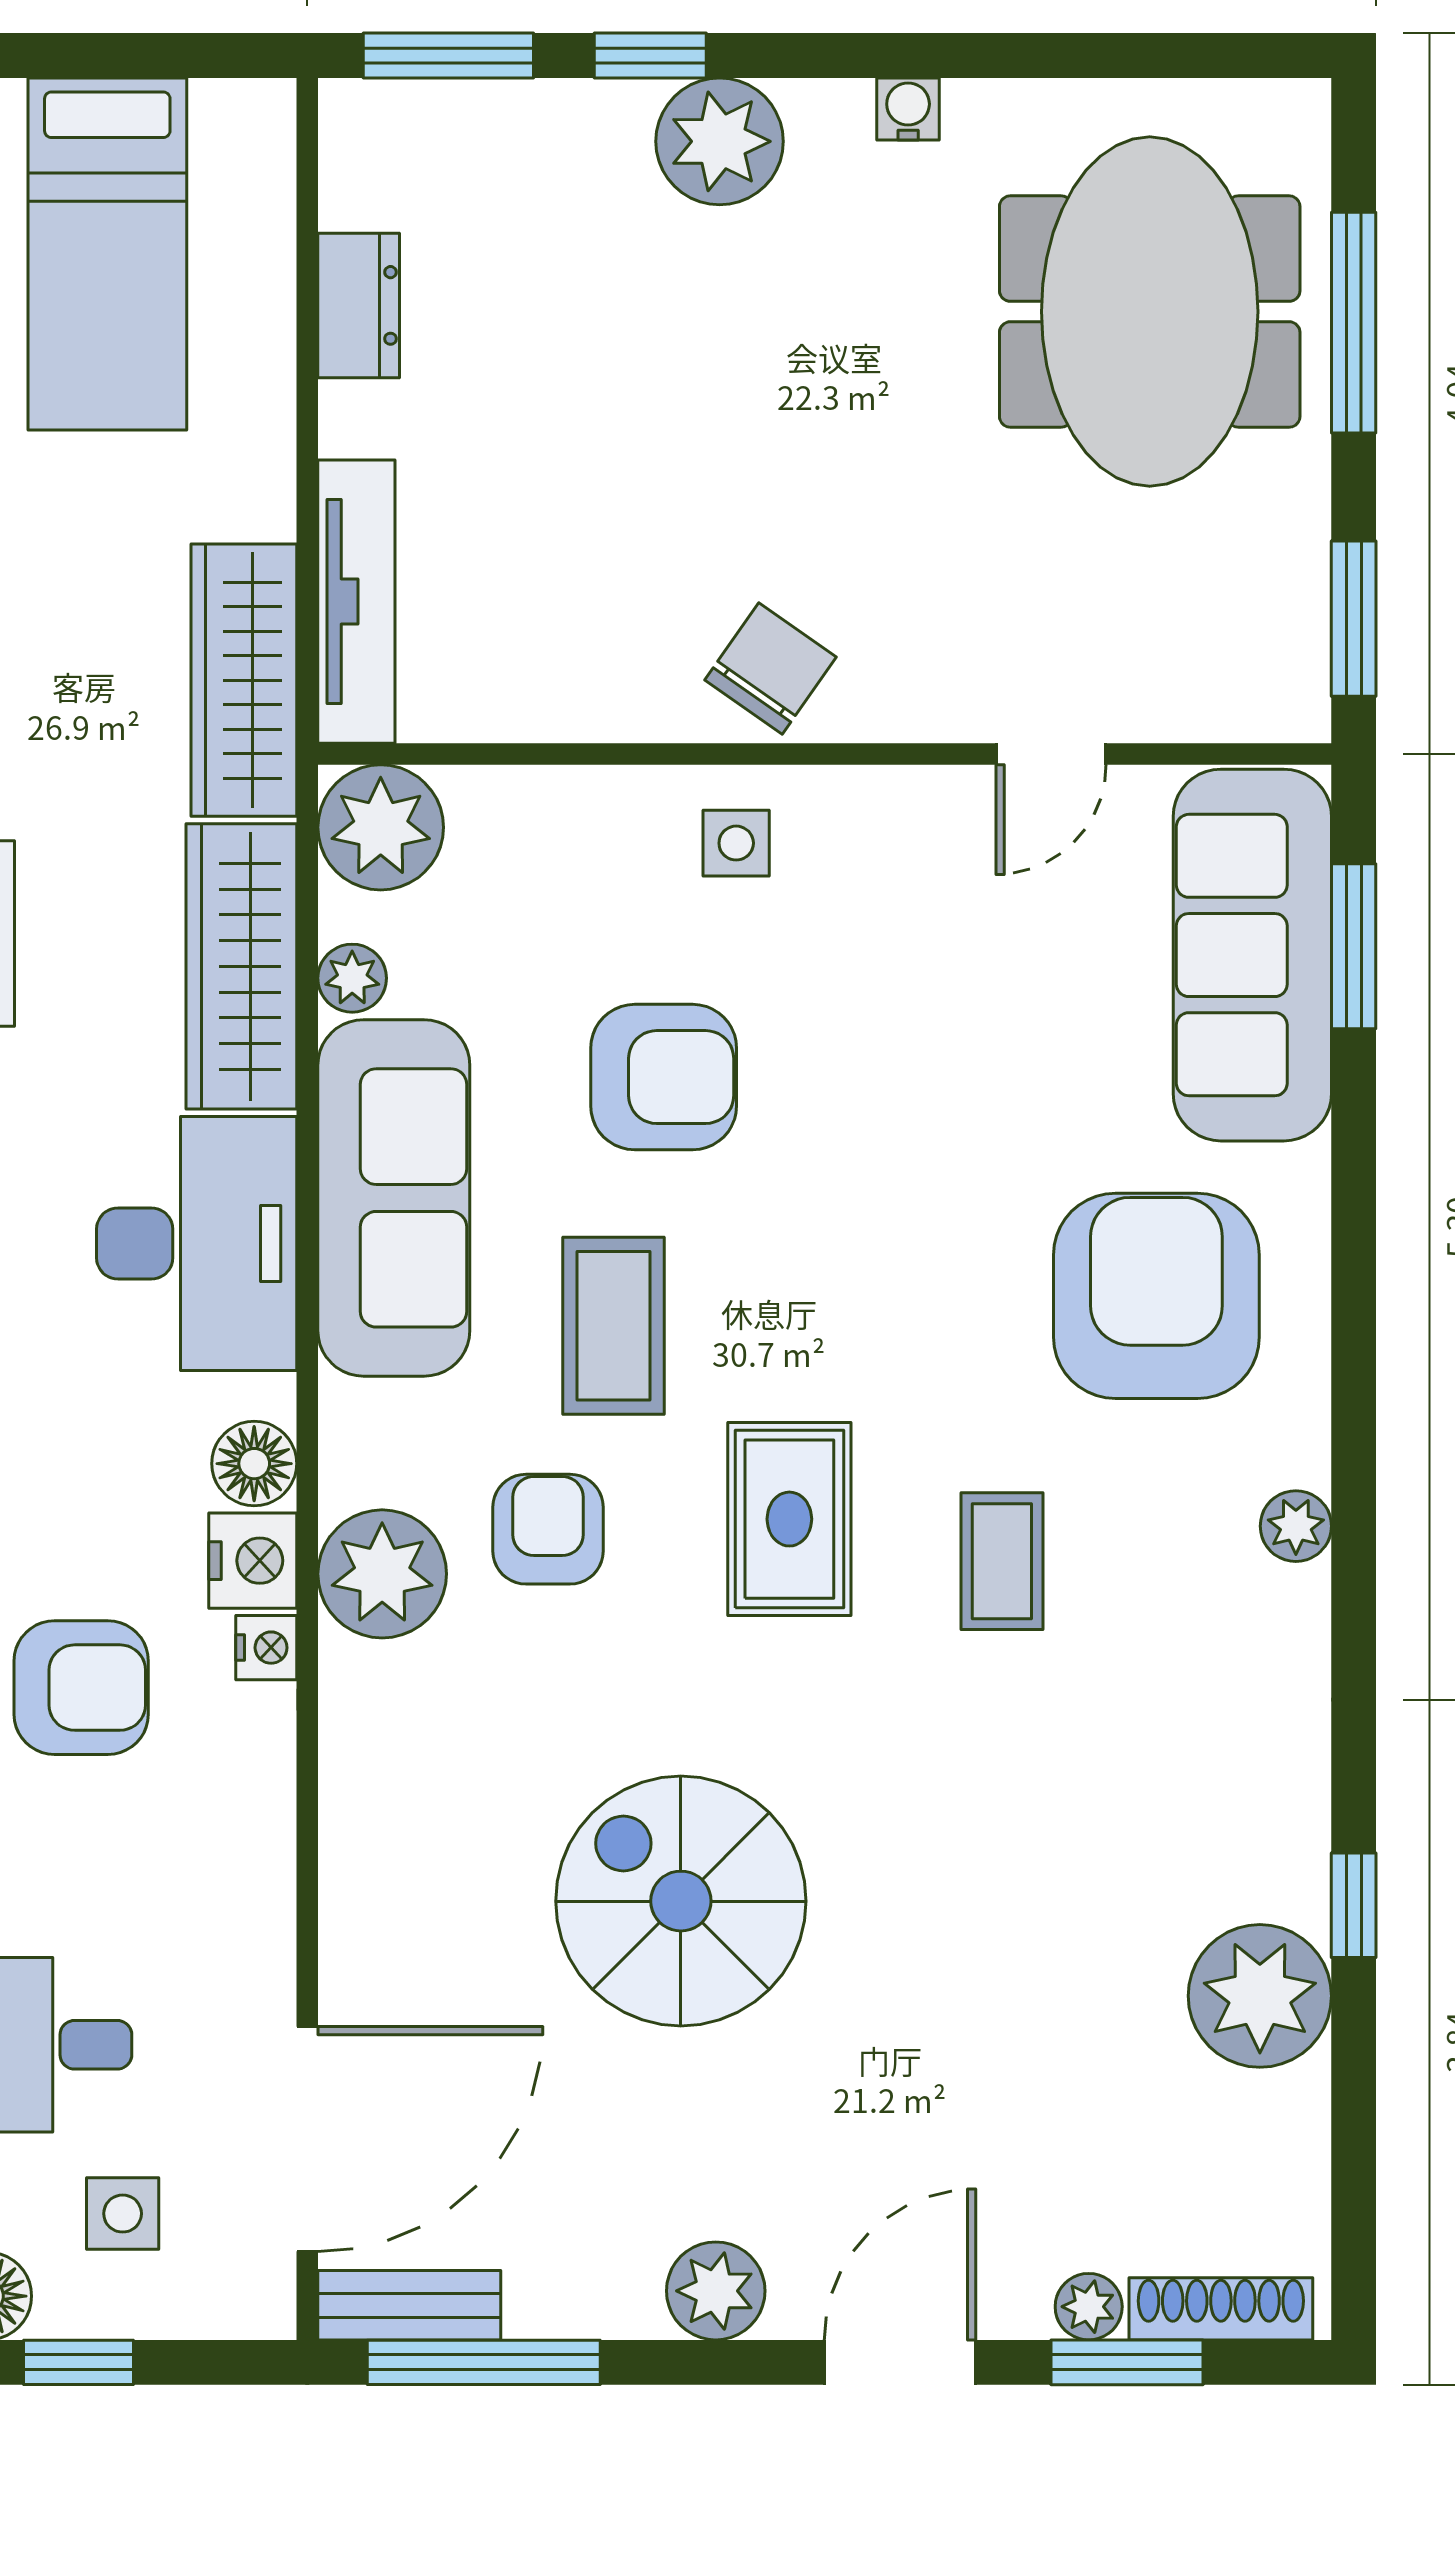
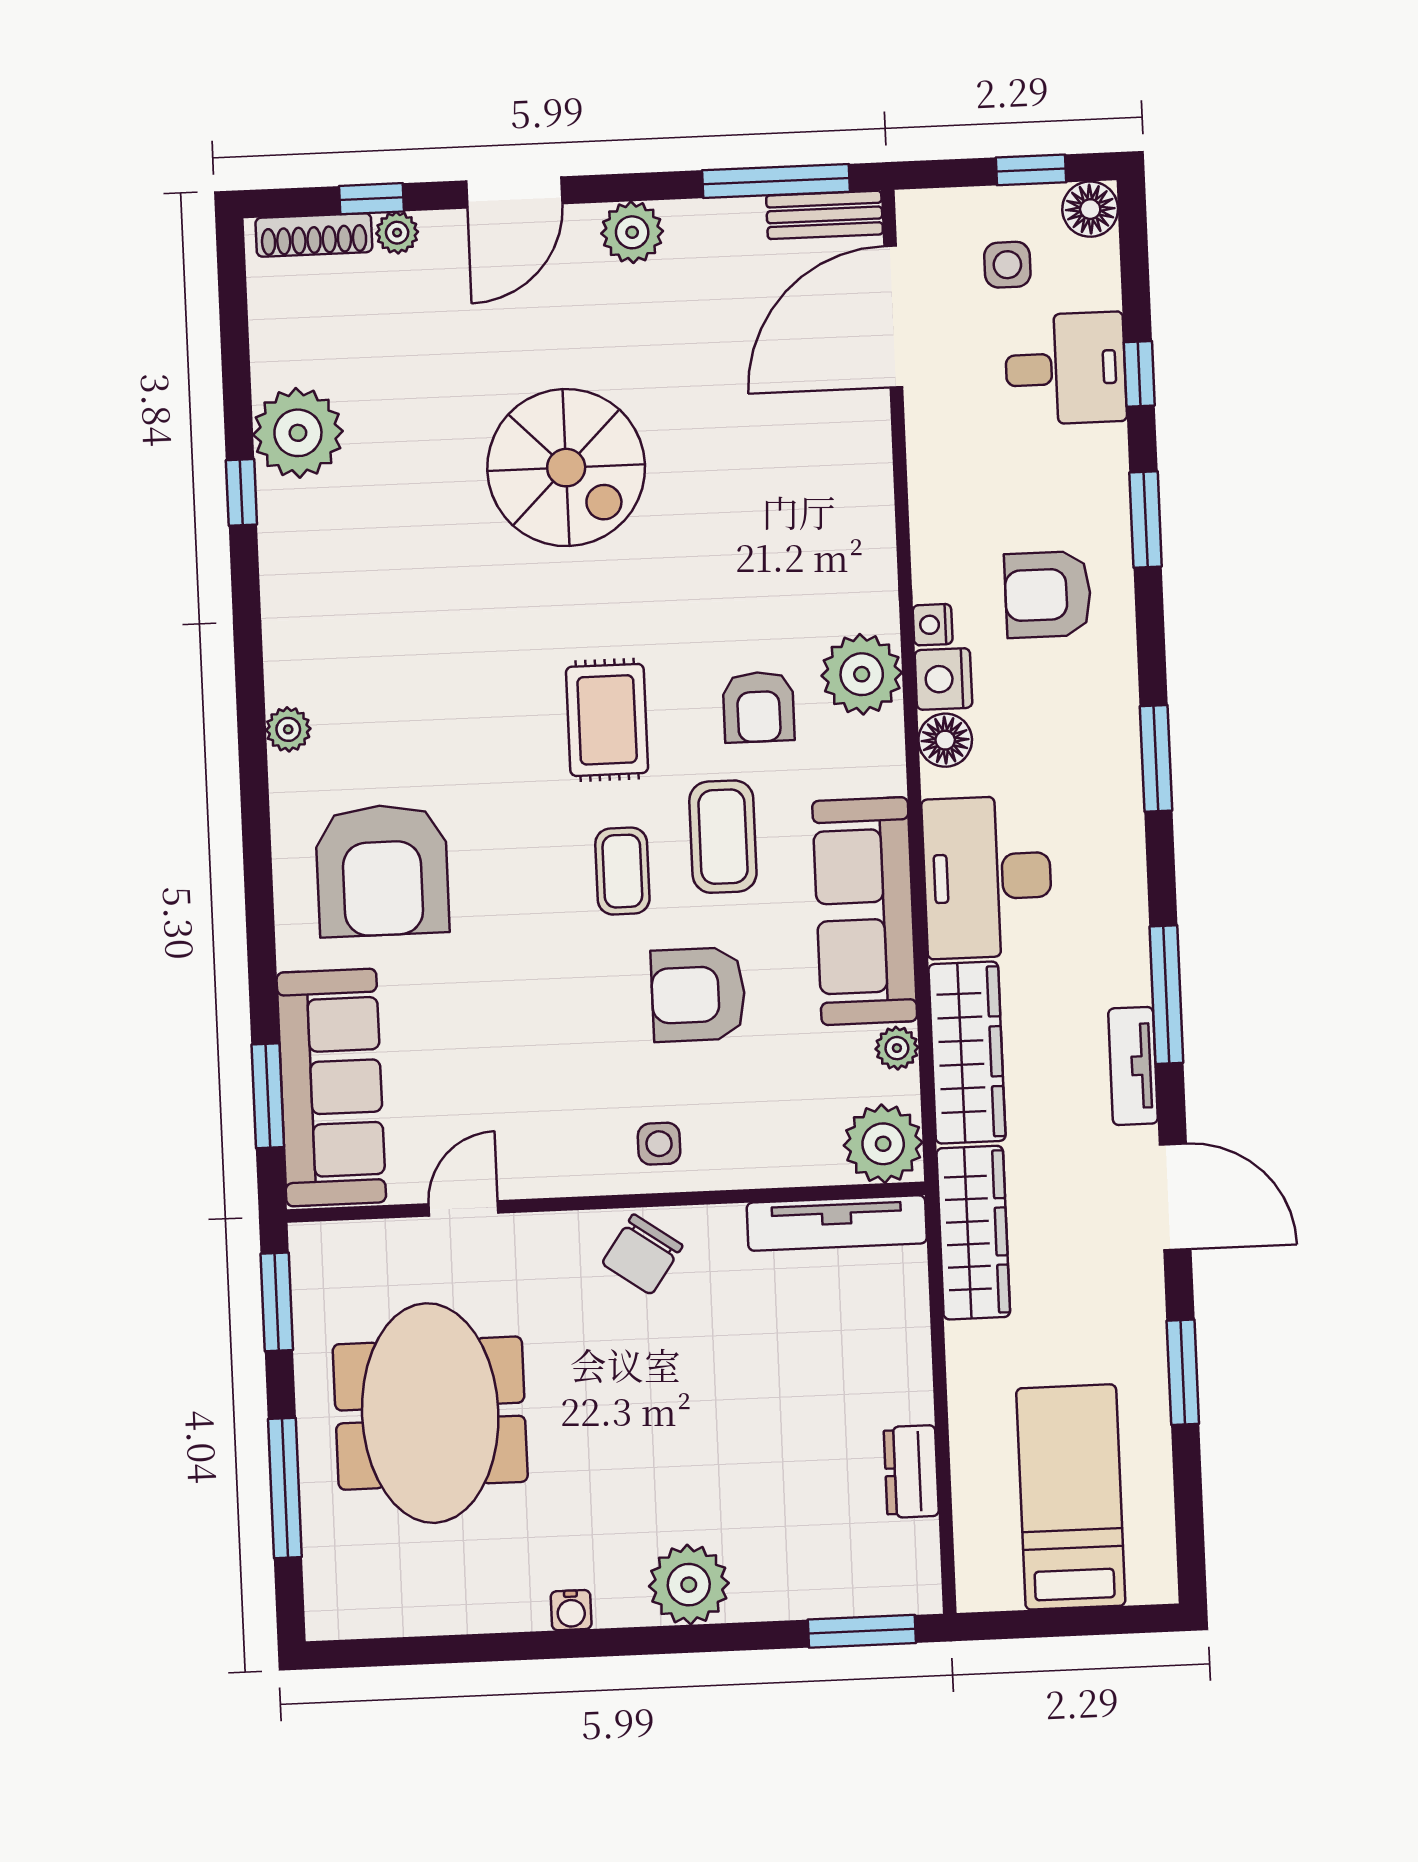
window: (650, 55) -> (735, 1637), removed
meeting table: (1150, 312) -> (430, 1413), moved
tv unit: (356, 602) -> (837, 1223), moved, turned -90
coffee table: (1002, 1561) -> (622, 871), moved
spiral stairs: (681, 1901) -> (566, 468), moved
window: (1127, 2362) -> (372, 199), width x0.67

